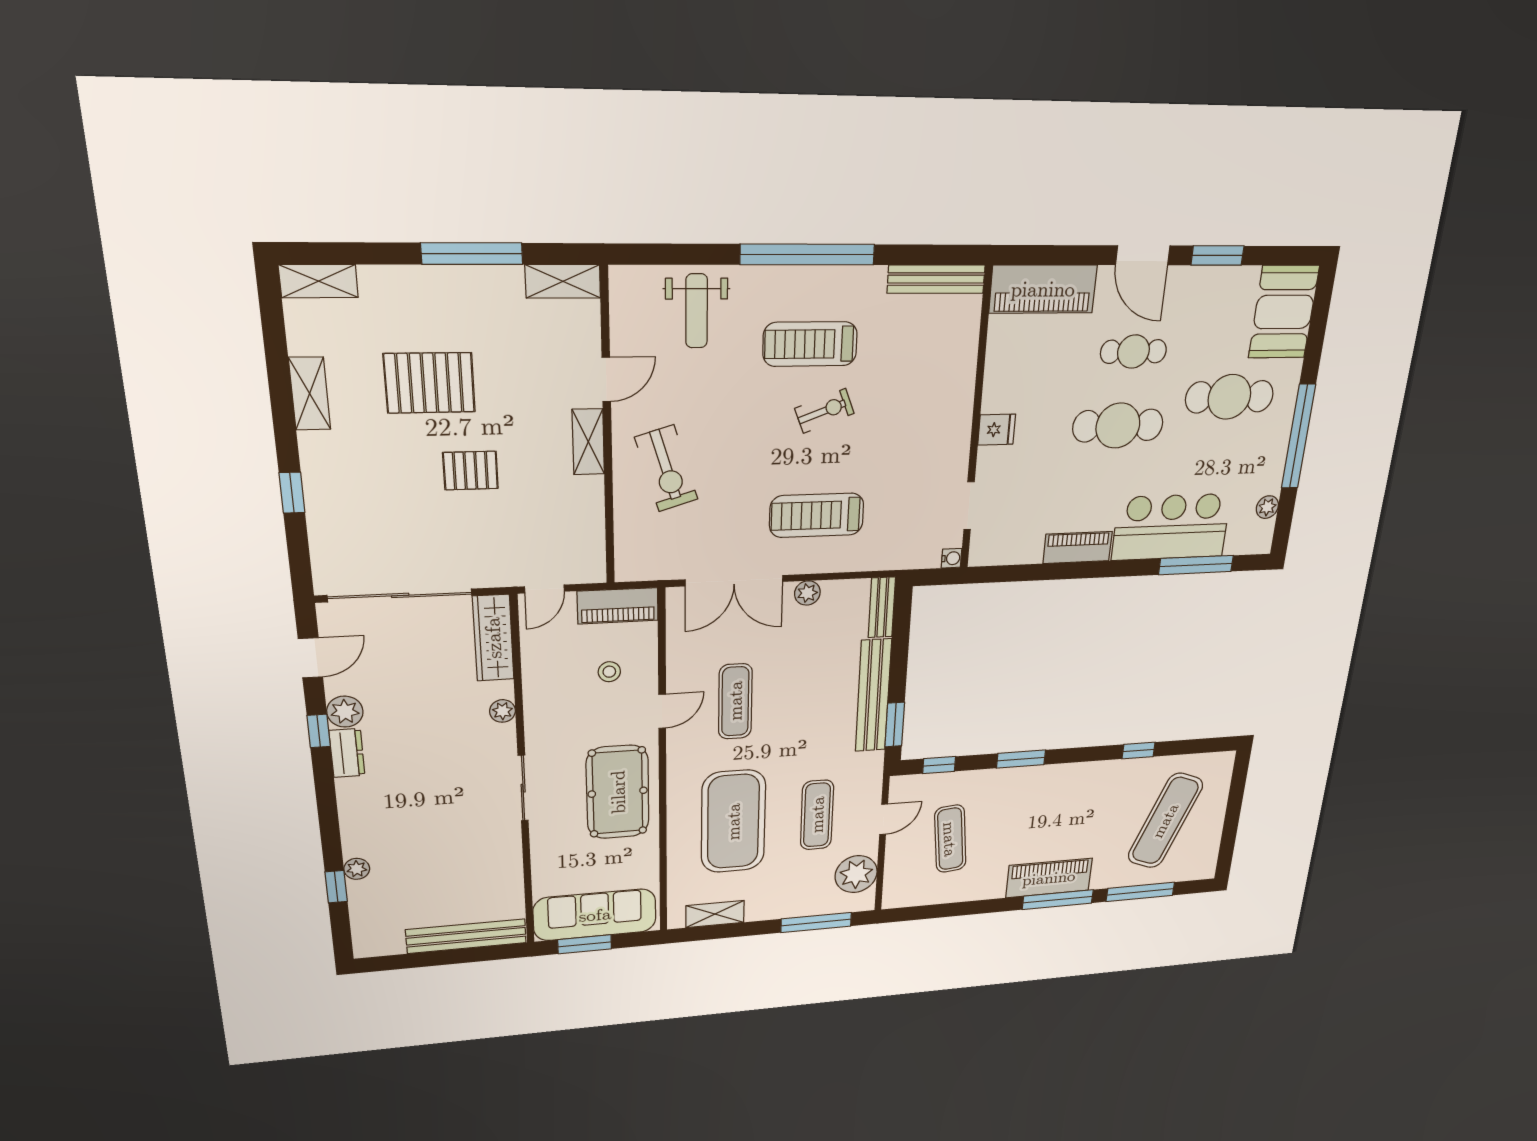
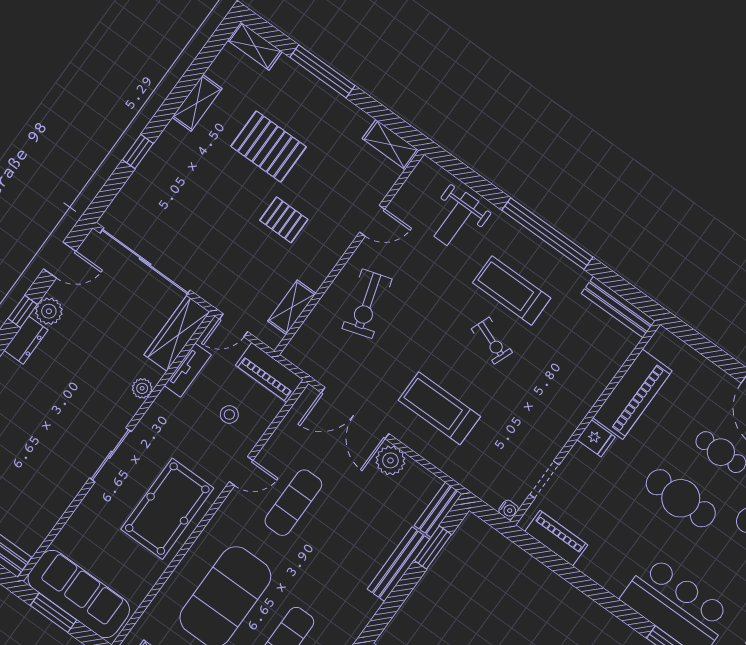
window: (472, 254) -> (322, 71), moved
piano: (1043, 289) -> (632, 394), moved, turned -90
exercise bike: (824, 411) -> (492, 341), turned 42
shelving: (588, 442) -> (292, 307), moved
pallet: (471, 471) -> (284, 220), moved
piano: (1078, 548) -> (556, 538), moved
plant: (807, 593) -> (390, 460), width x1.38, depth x1.38
tv unit: (534, 663) -> (188, 370), added
bench: (873, 696) -> (398, 564), width x0.73, depth x0.82
window: (895, 725) -> (433, 547), moved

